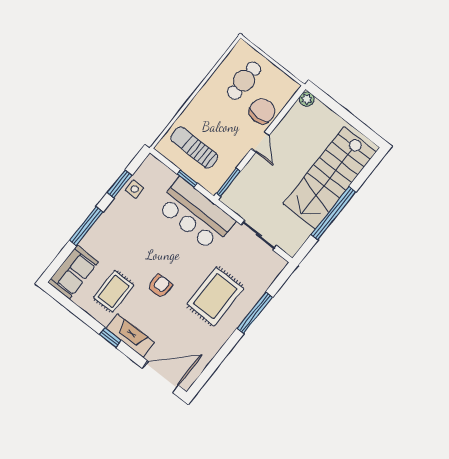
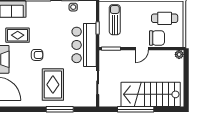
rug: (215, 296) -> (53, 85), turned 90

